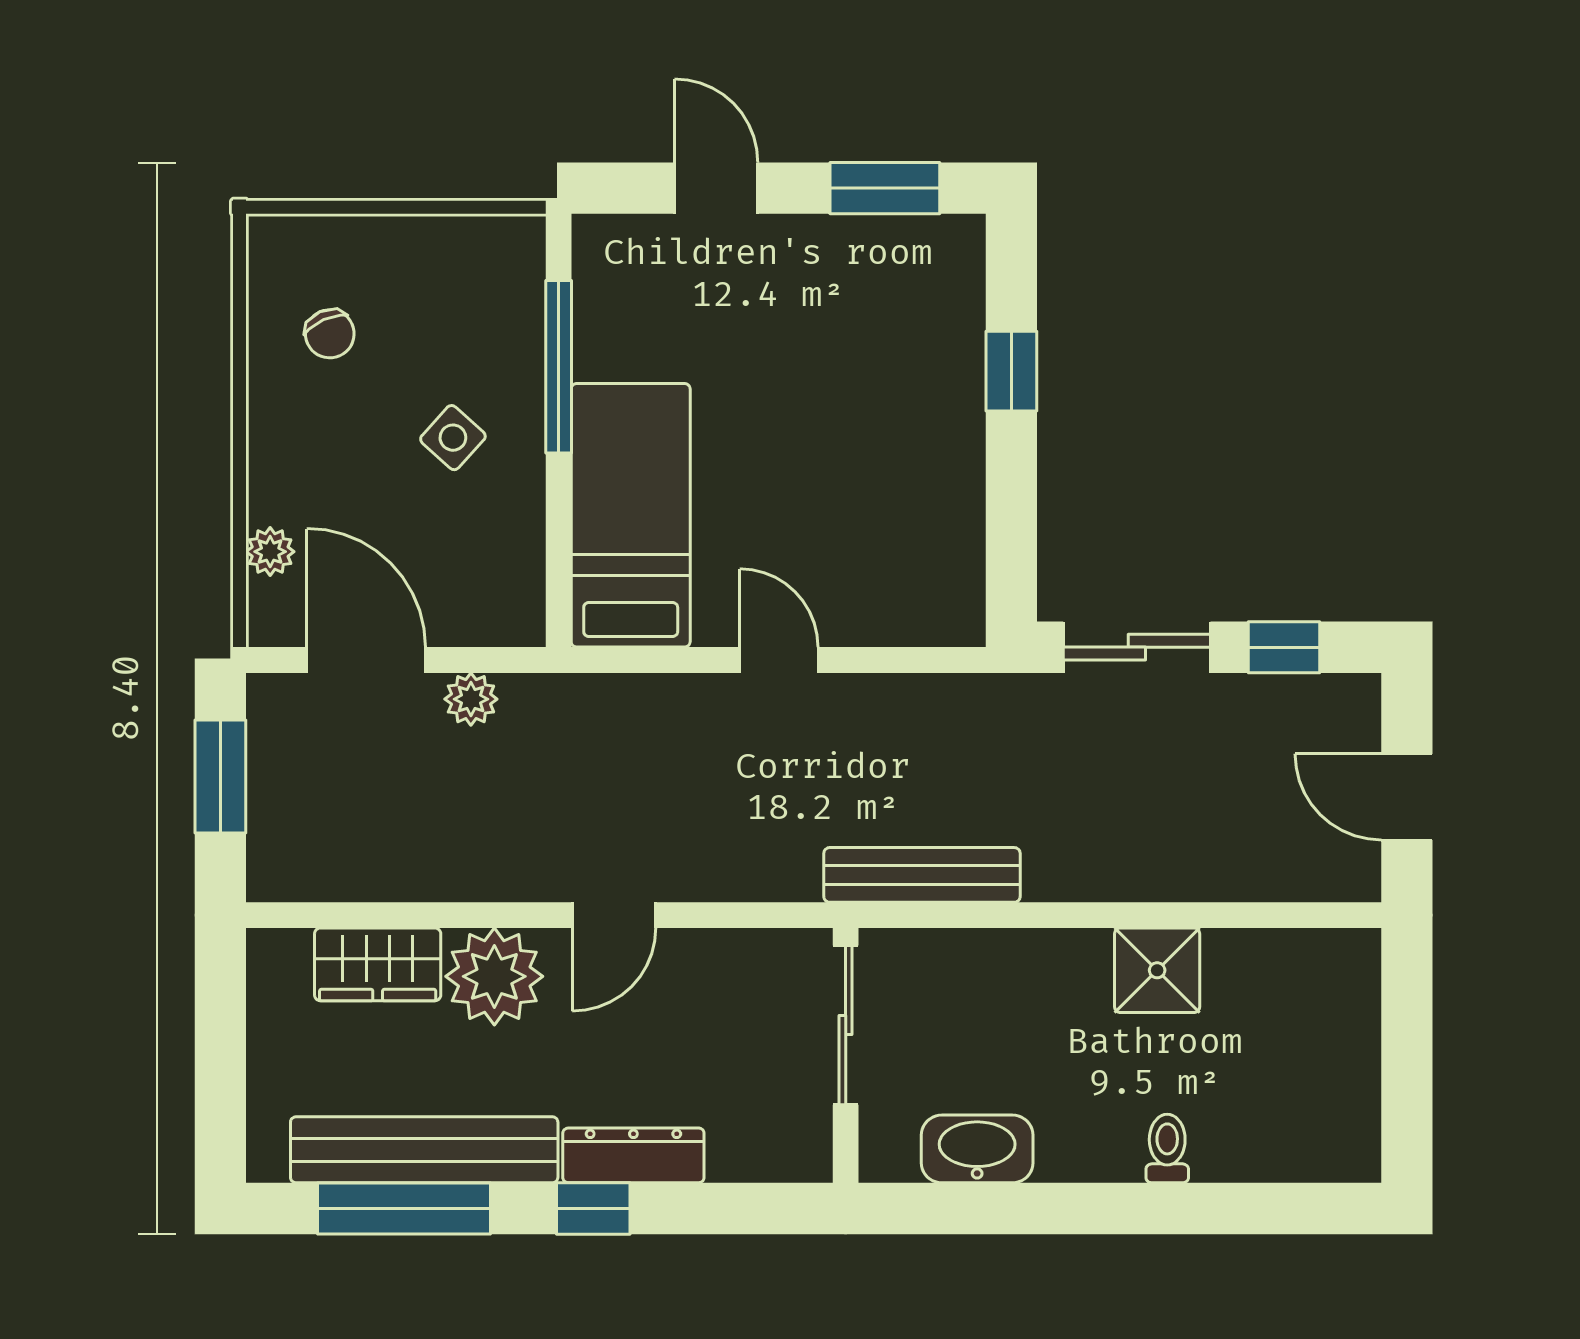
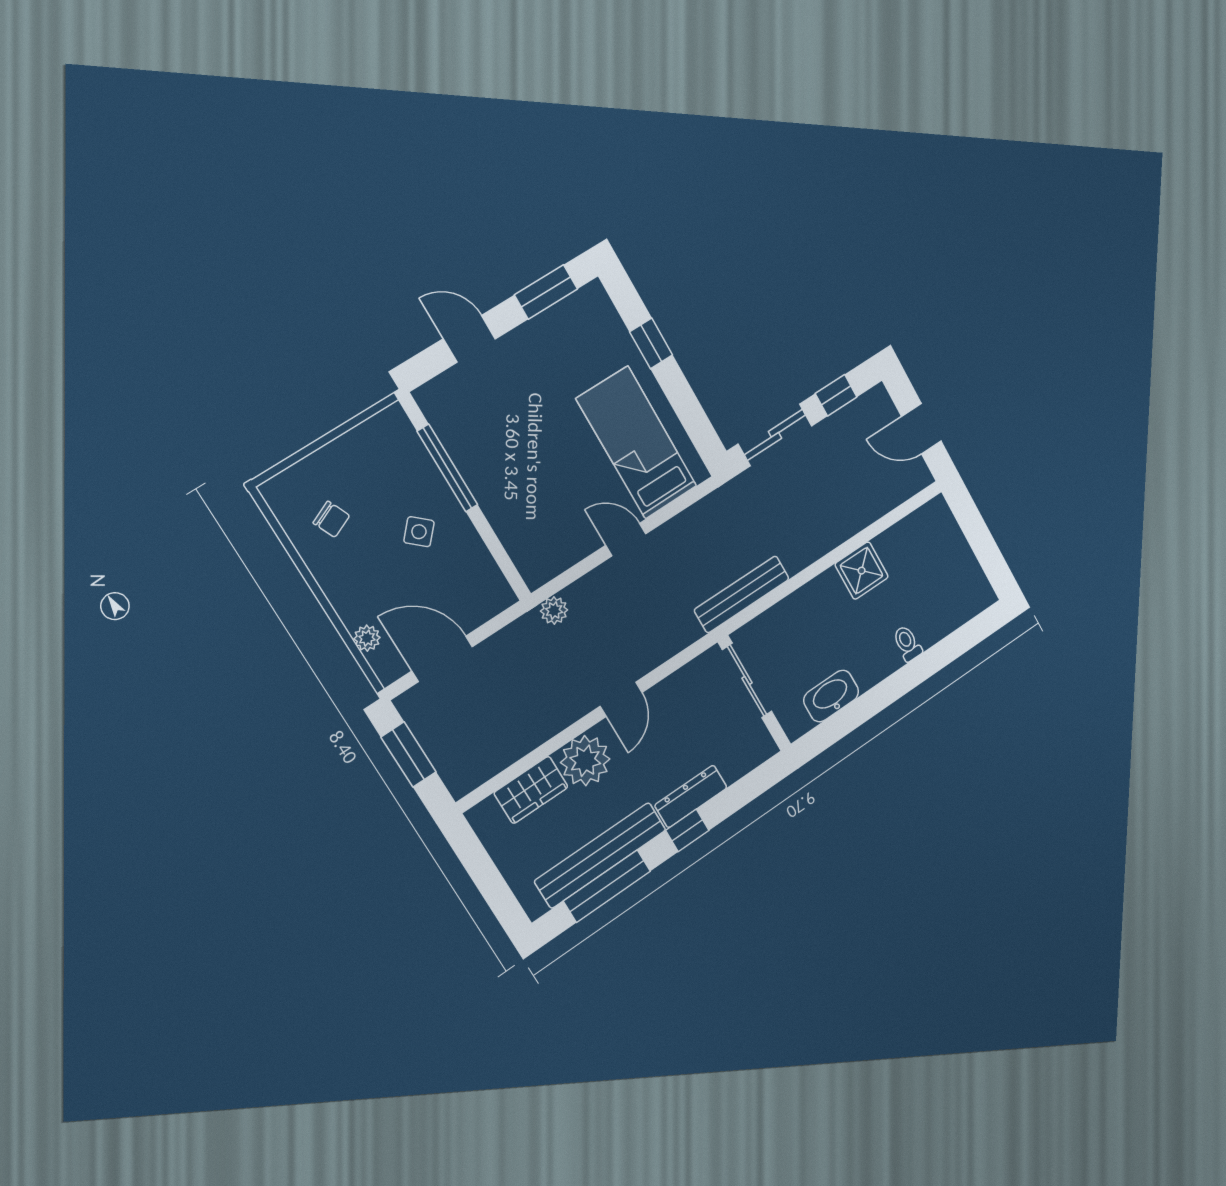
bed: (631, 515) -> (637, 443), moved
plant: (471, 699) -> (554, 610), moved

